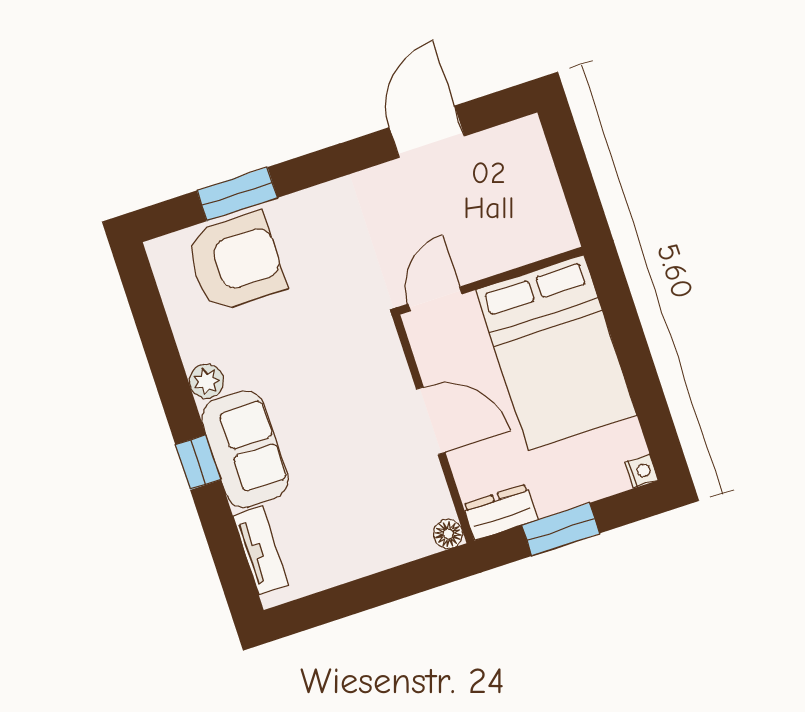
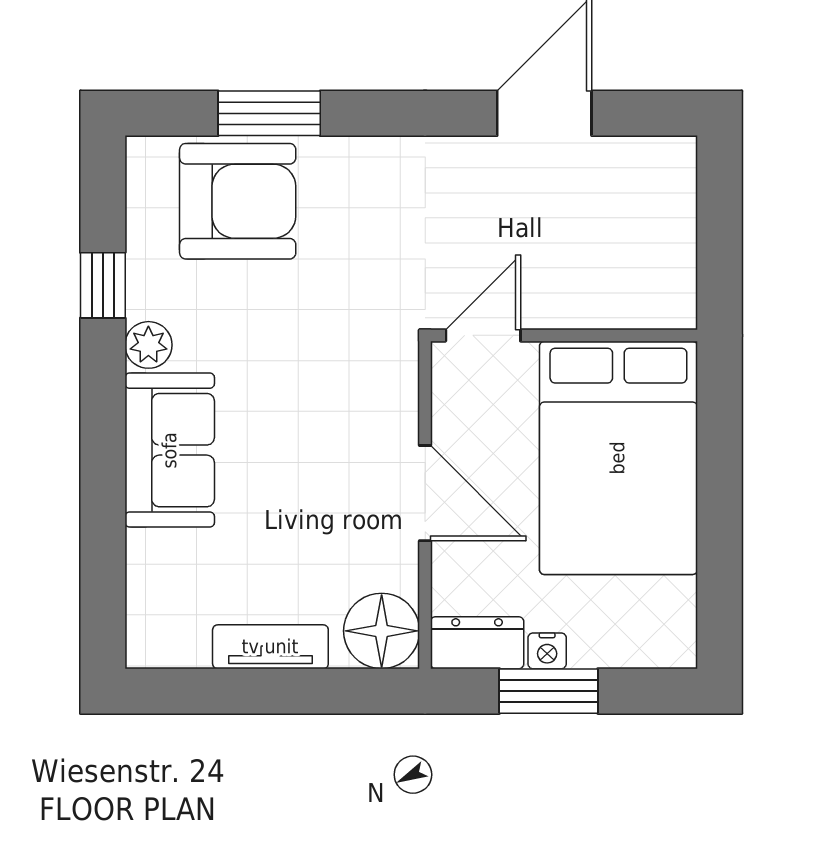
window: (198, 462) -> (103, 285), moved
nightstand: (642, 471) -> (547, 651), moved, turned 90
floor lamp: (448, 534) -> (382, 631), width x1.89, depth x1.89
tv unit: (261, 550) -> (270, 647), moved, turned -90

